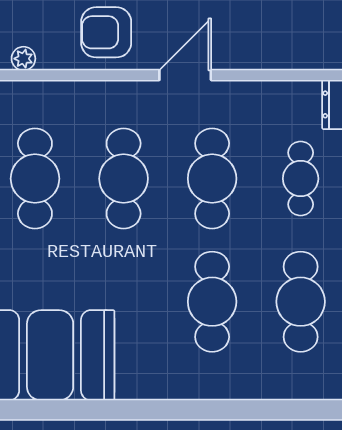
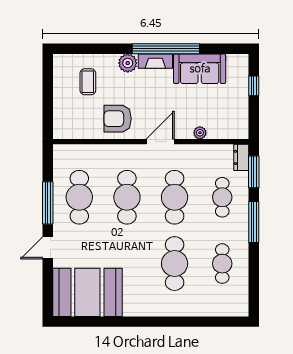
plant: (23, 59) -> (200, 133), moved
cafe table: (301, 302) -> (222, 264), width x0.73, depth x0.74

